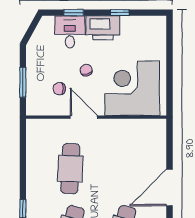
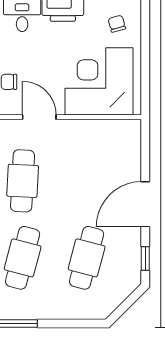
chair: (86, 70) -> (117, 24), moved

